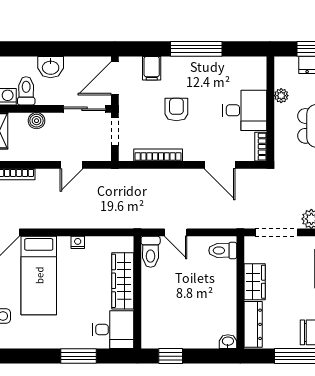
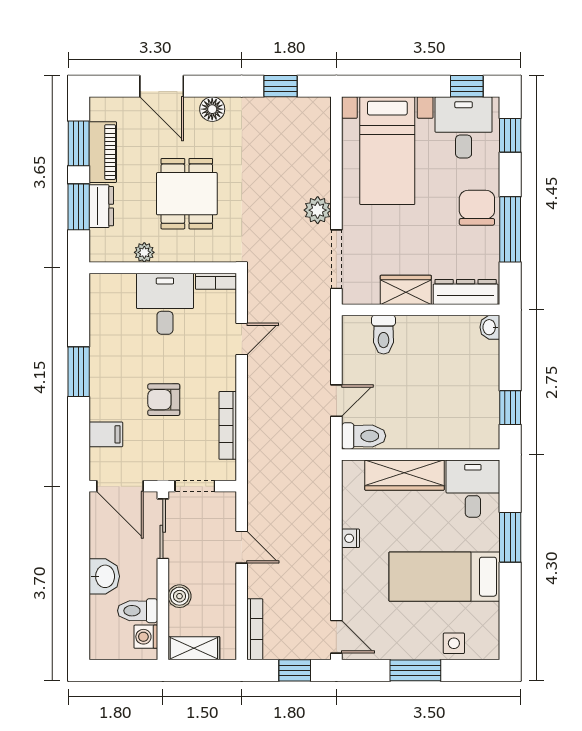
window: (196, 49) -> (79, 372), width x0.69
door: (220, 165) -> (242, 339), width x0.73
toilet: (223, 250) -> (384, 335), moved
bed: (39, 275) -> (444, 577), moved, turned 180

